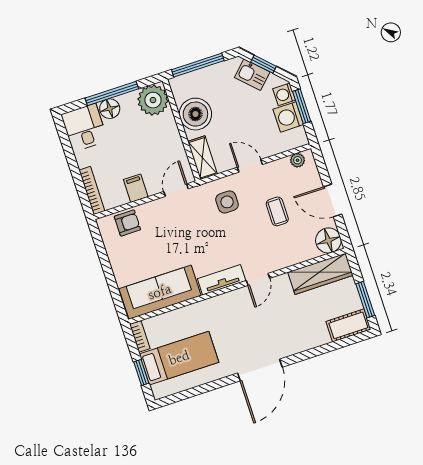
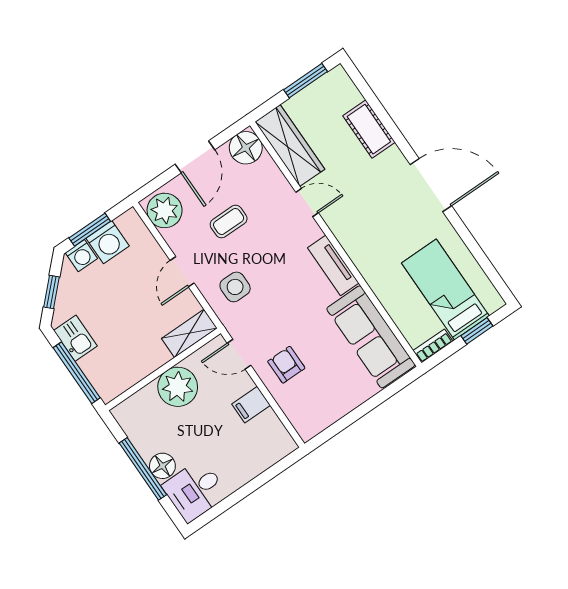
kitchen sink: (252, 75) -> (75, 338), moved, turned -45
plant: (153, 100) -> (178, 387), moved
boiler: (195, 114) -> (138, 358), removed
plant: (298, 160) -> (165, 210), width x1.87, depth x1.87
bookcase: (92, 191) -> (270, 458), removed
armchair: (127, 223) -> (286, 365), moved
door: (258, 279) -> (307, 202), moved
cot: (348, 325) -> (369, 129), moved

